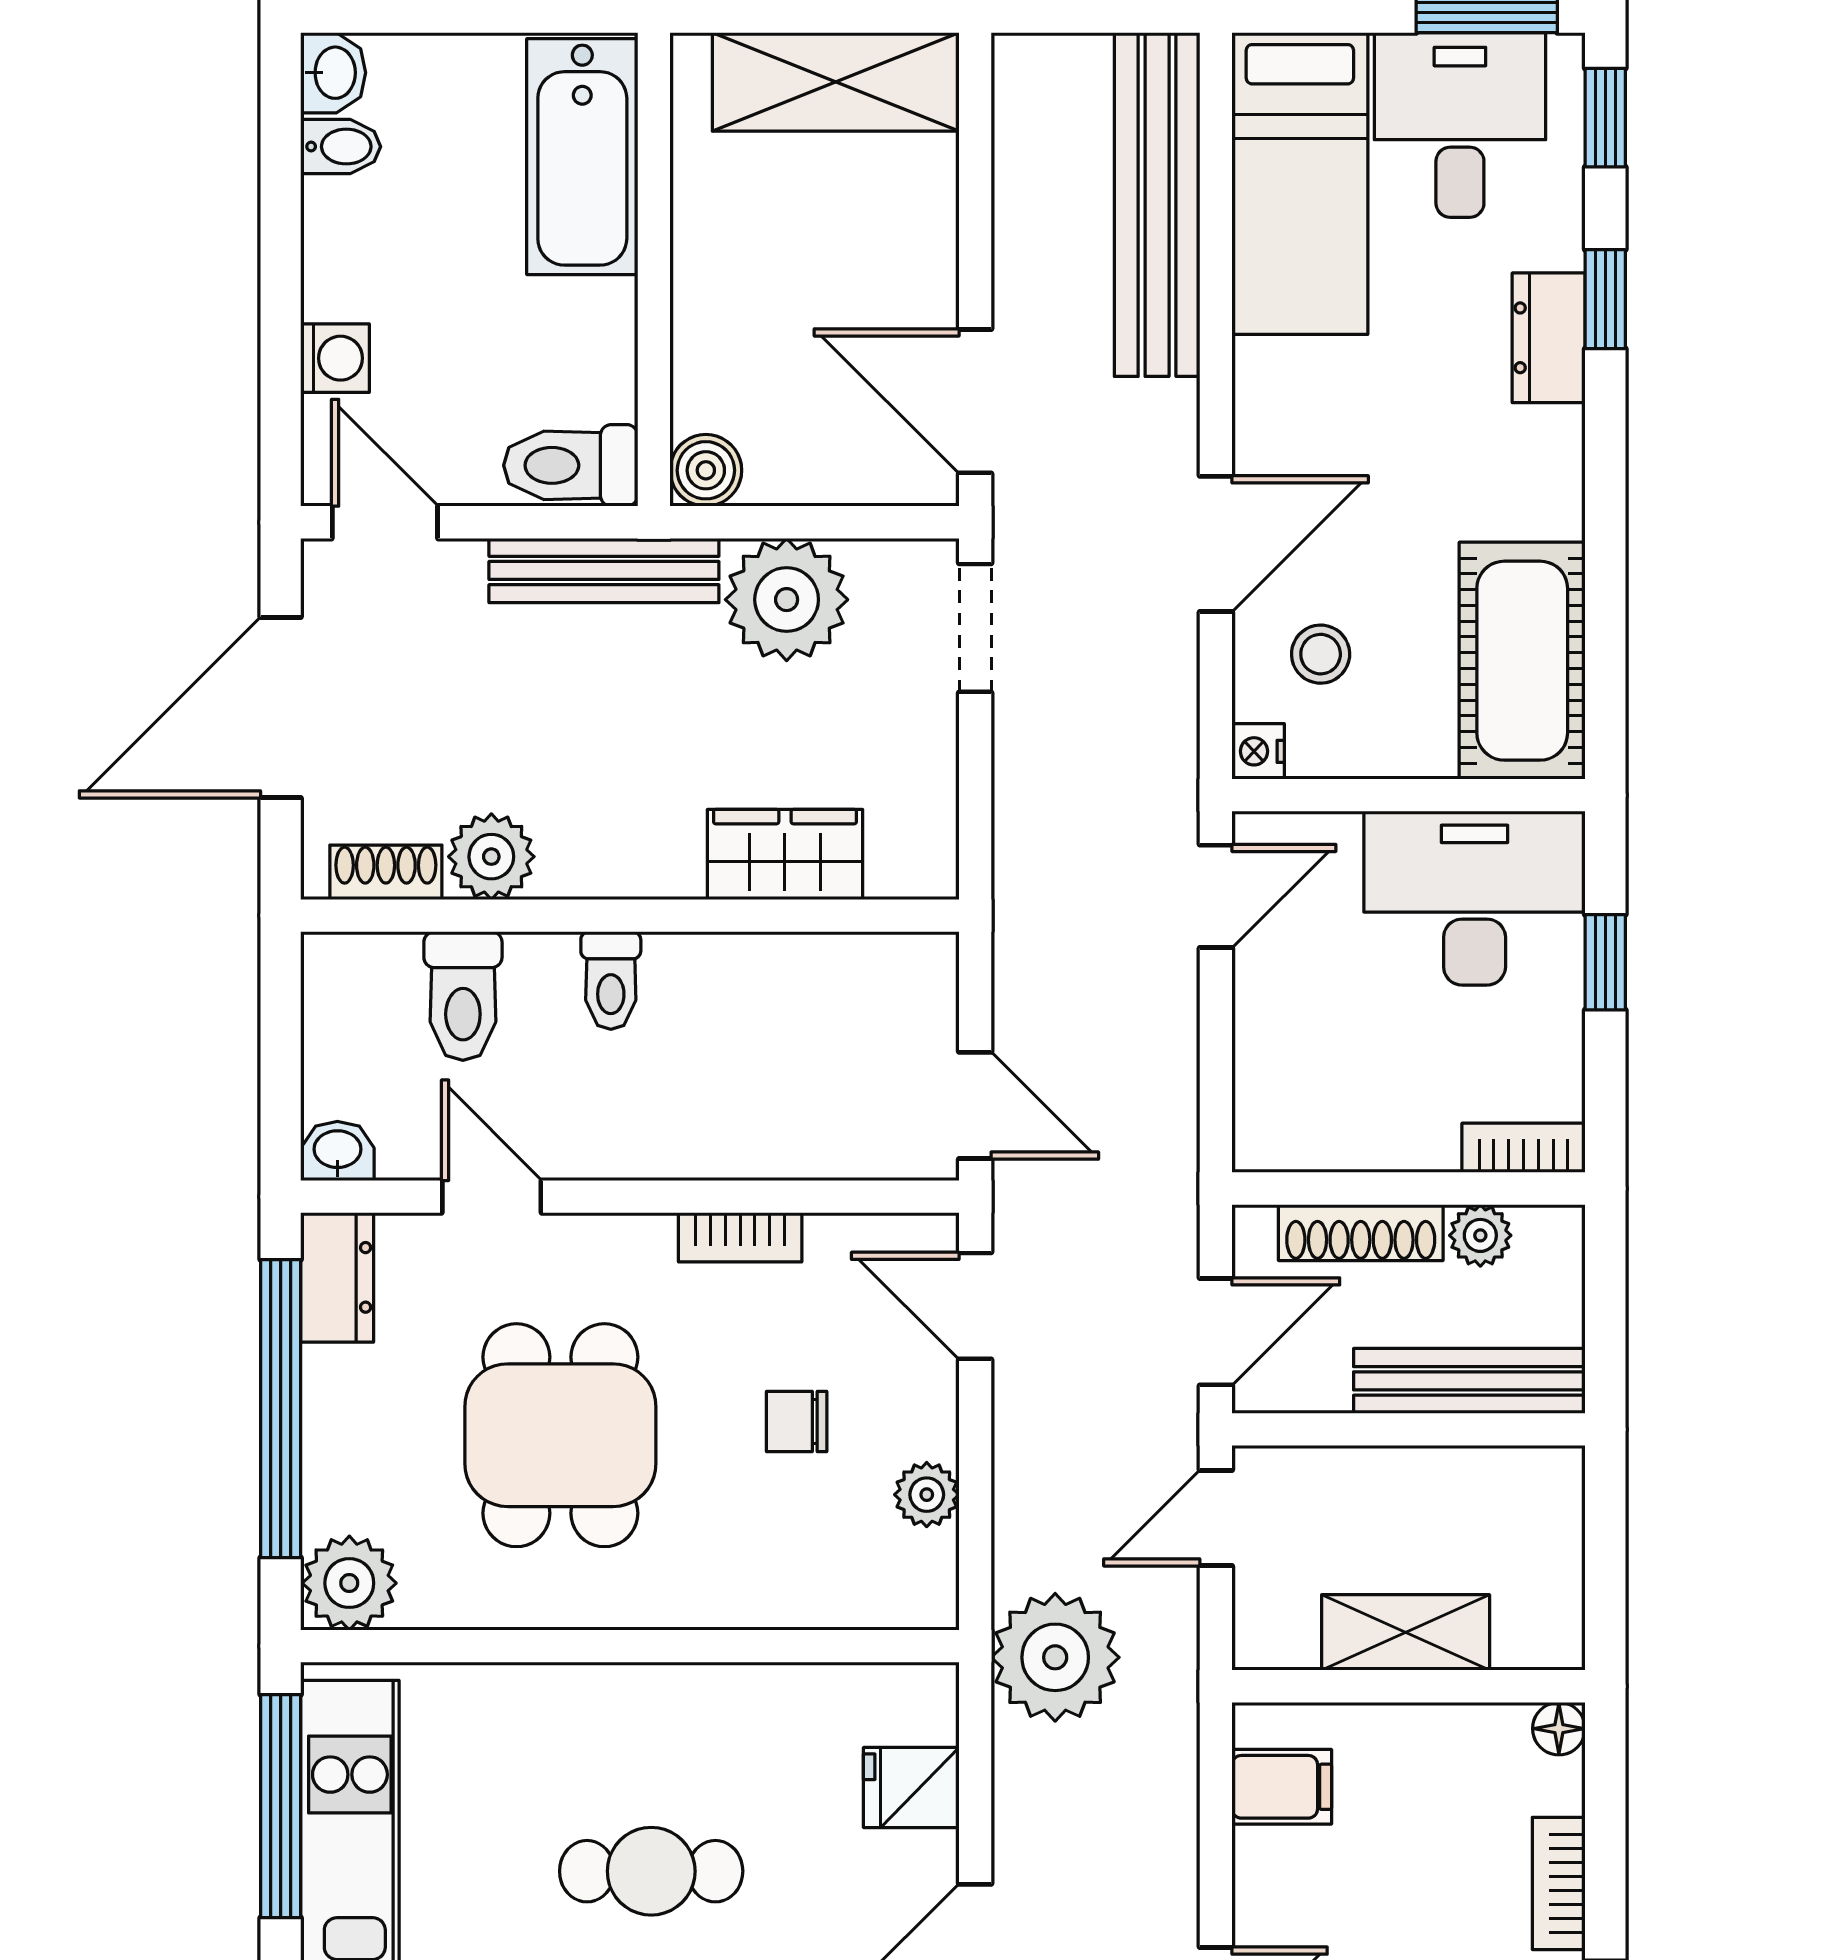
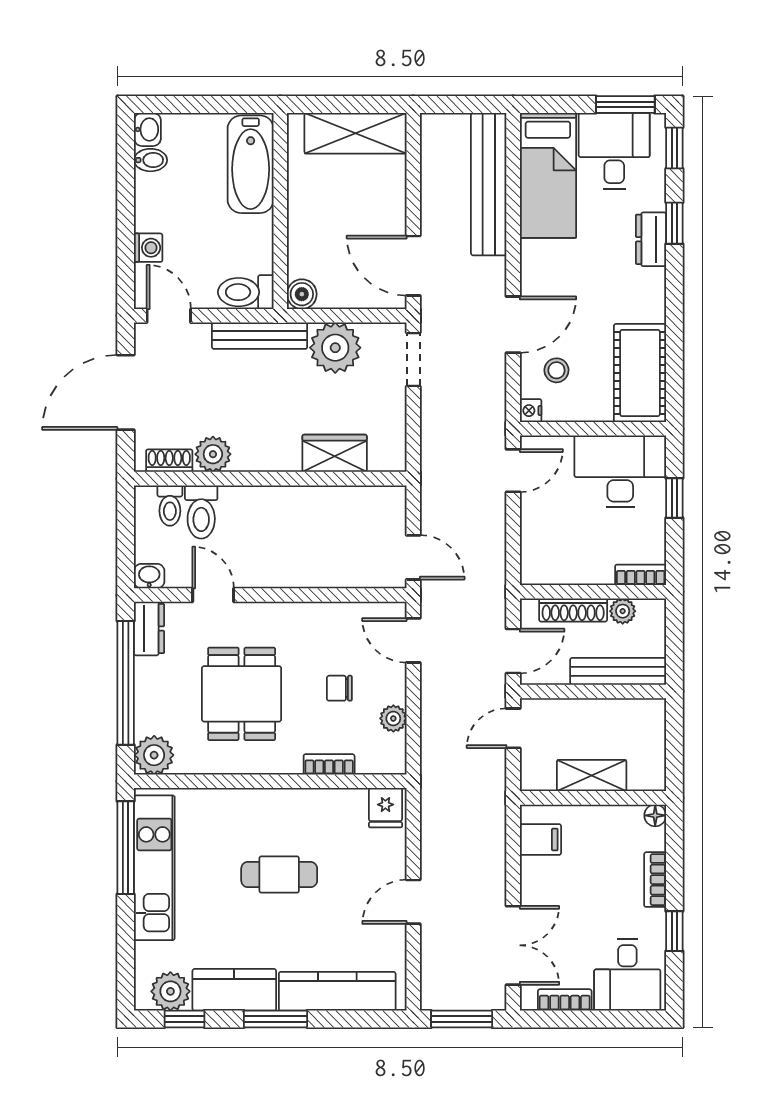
toilet: (611, 980) -> (170, 506), moved
bookcase: (740, 1237) -> (329, 764), moved, turned 180
plant: (1055, 1657) -> (447, 786), removed
fridge: (911, 1788) -> (385, 808), moved, turned -90

